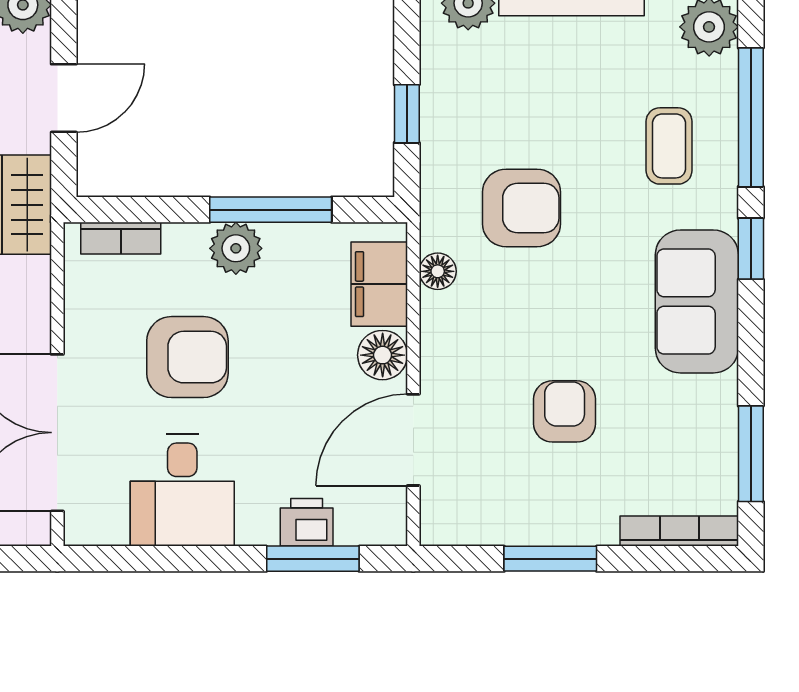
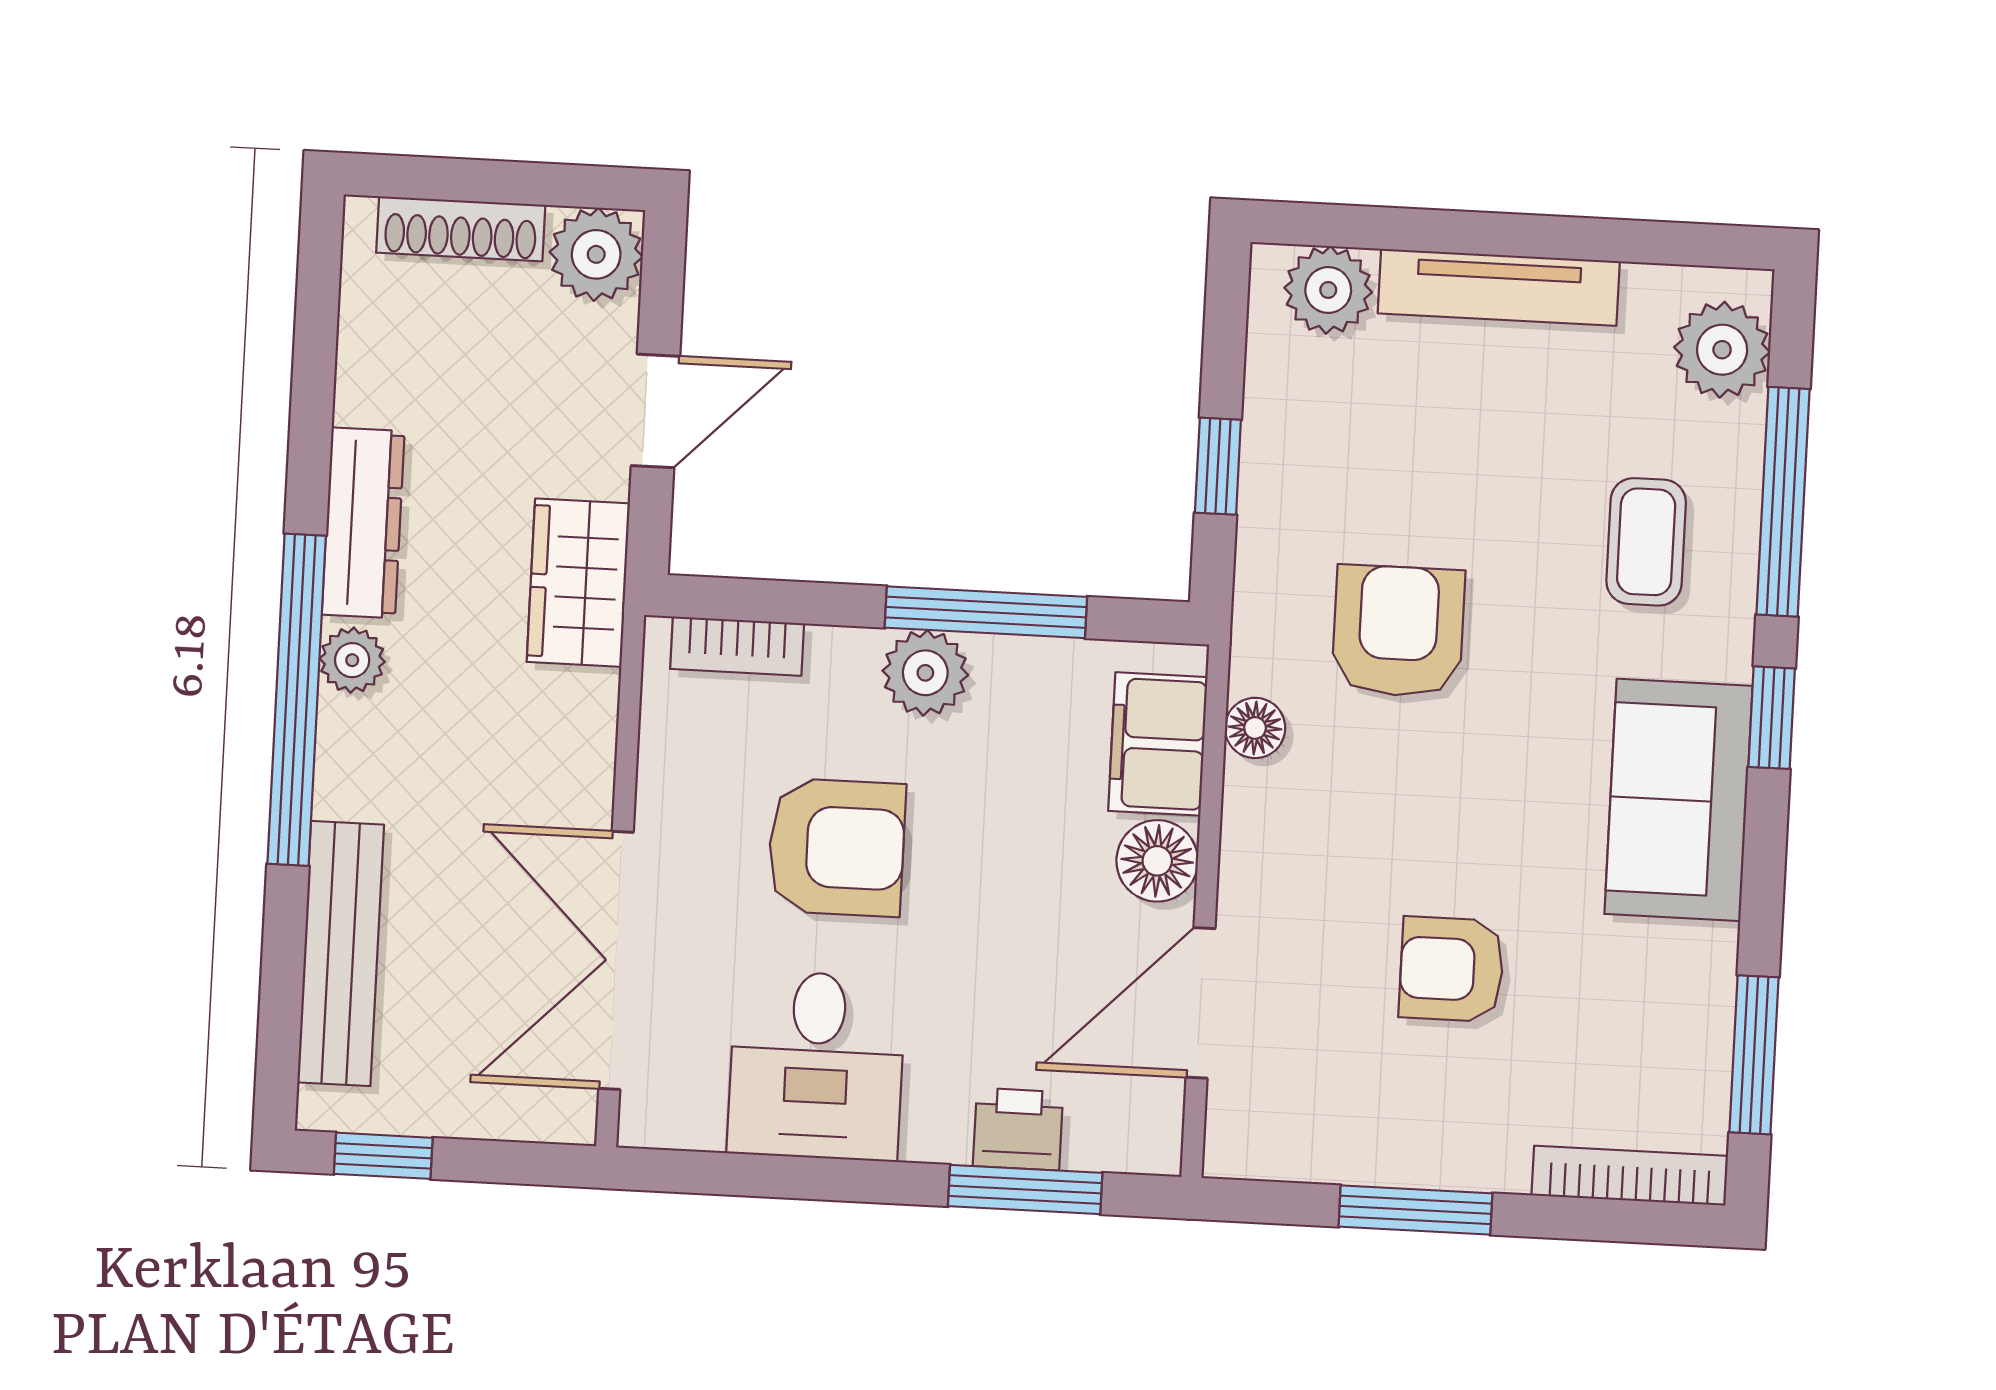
armchair: (521, 208) -> (1398, 631), turned -90
armchair: (565, 411) -> (1452, 969), turned -90

